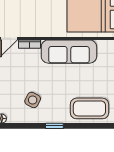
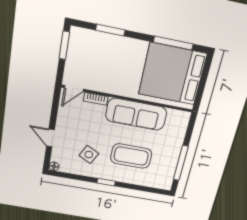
coffee table: (89, 108) -> (131, 156), moved

